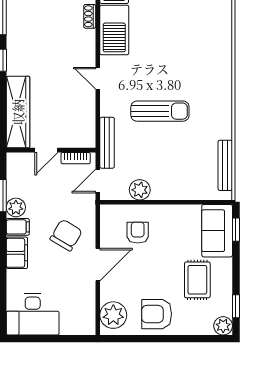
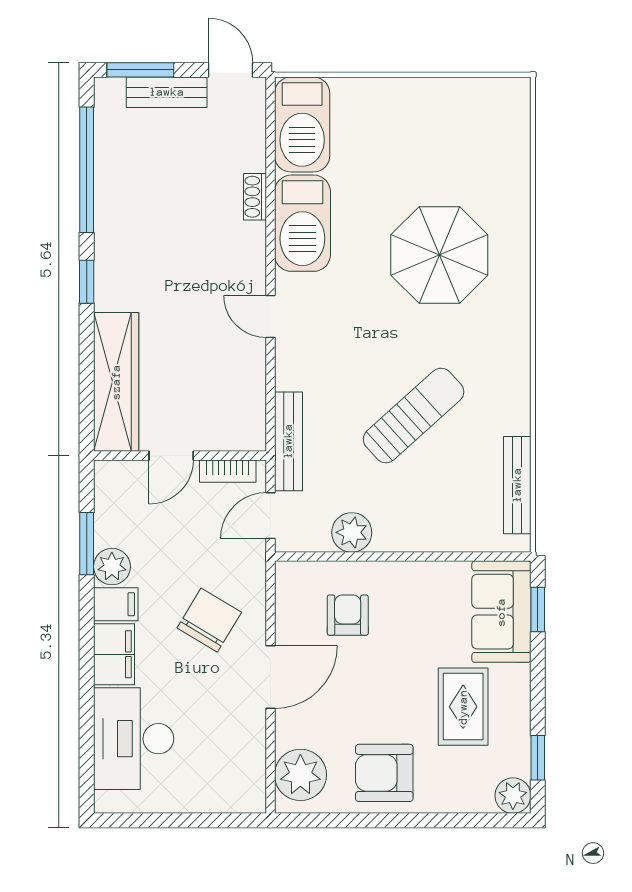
parasol: (185, 46) -> (439, 255), added
sun lounger: (160, 111) -> (414, 415), moved, turned -42
desk: (33, 314) -> (134, 739), moved, turned 90

